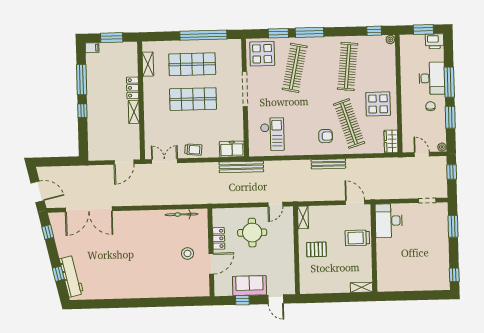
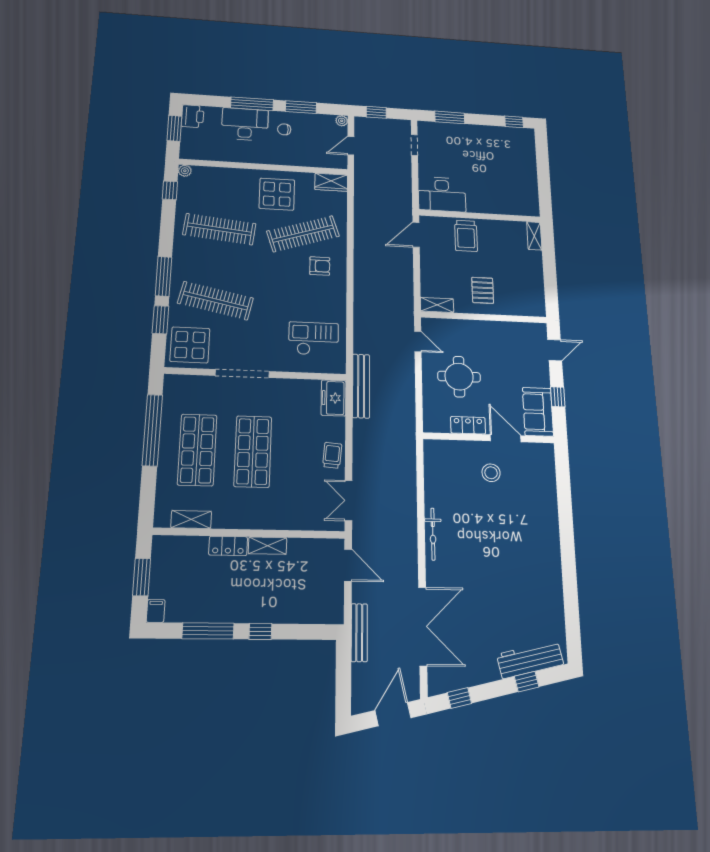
armchair: (326, 136) -> (320, 266), turned 90
bench: (328, 164) -> (359, 633), moved
bicycle: (182, 214) -> (433, 534), moved
sofa: (249, 286) -> (538, 412), moved

